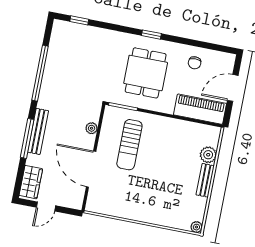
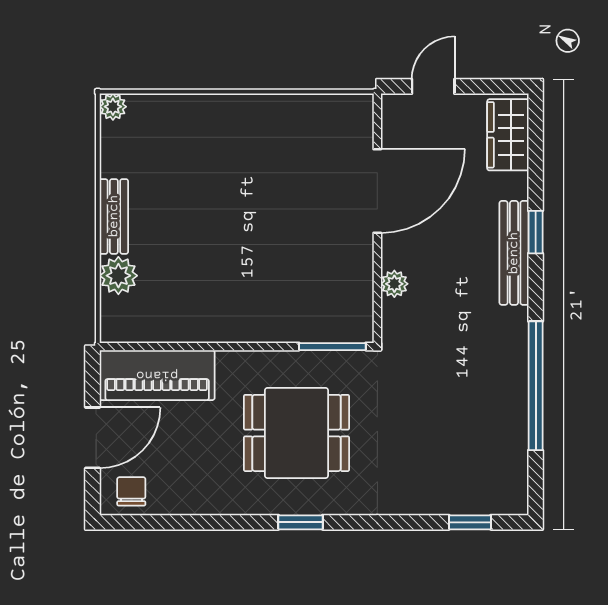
chair: (195, 63) -> (131, 491), moved
dining table: (146, 73) -> (296, 433), turned 90
window: (27, 138) -> (536, 232), width x0.46
sun lounger: (129, 145) -> (301, 263), removed
door: (91, 169) -> (377, 191), hinge flipped
door: (46, 207) -> (433, 86), moved

